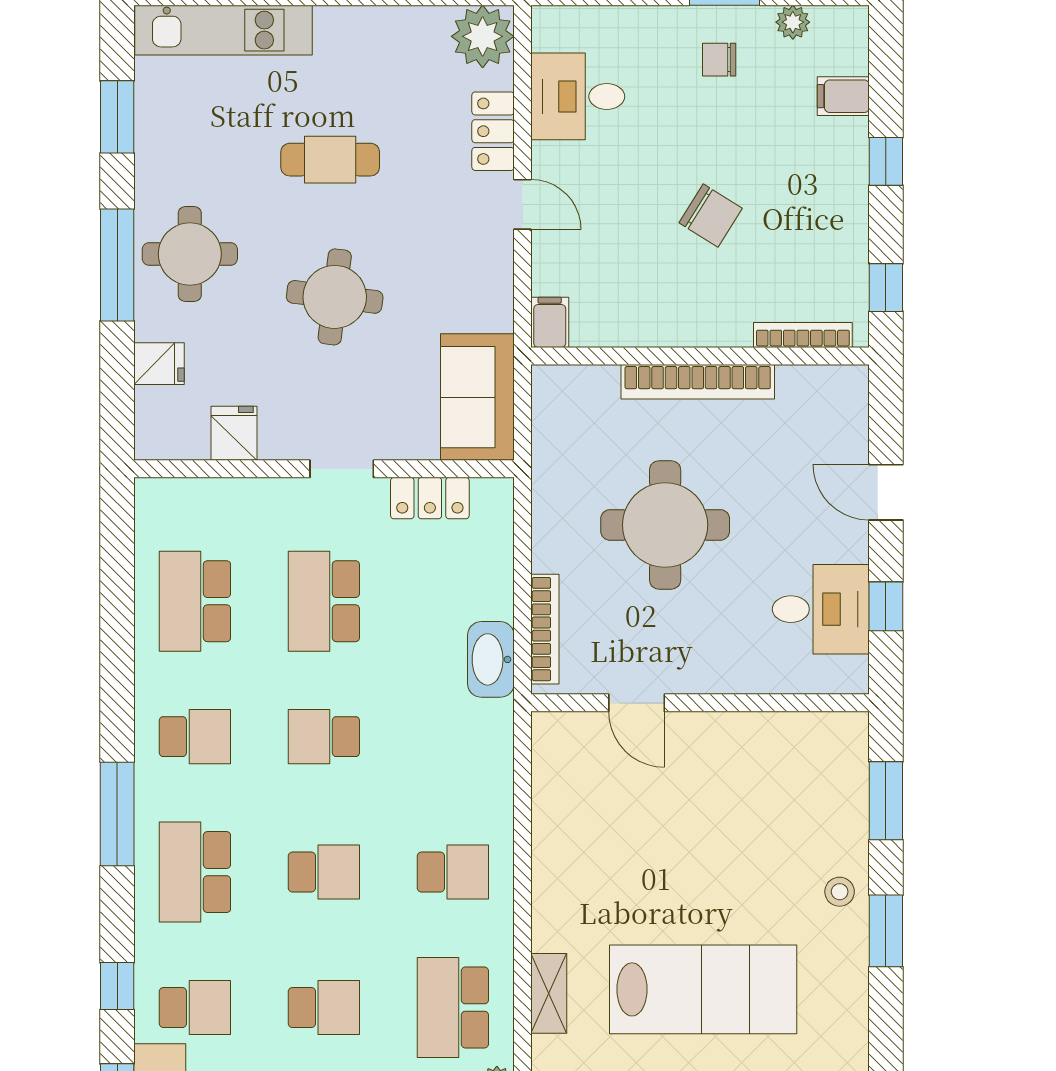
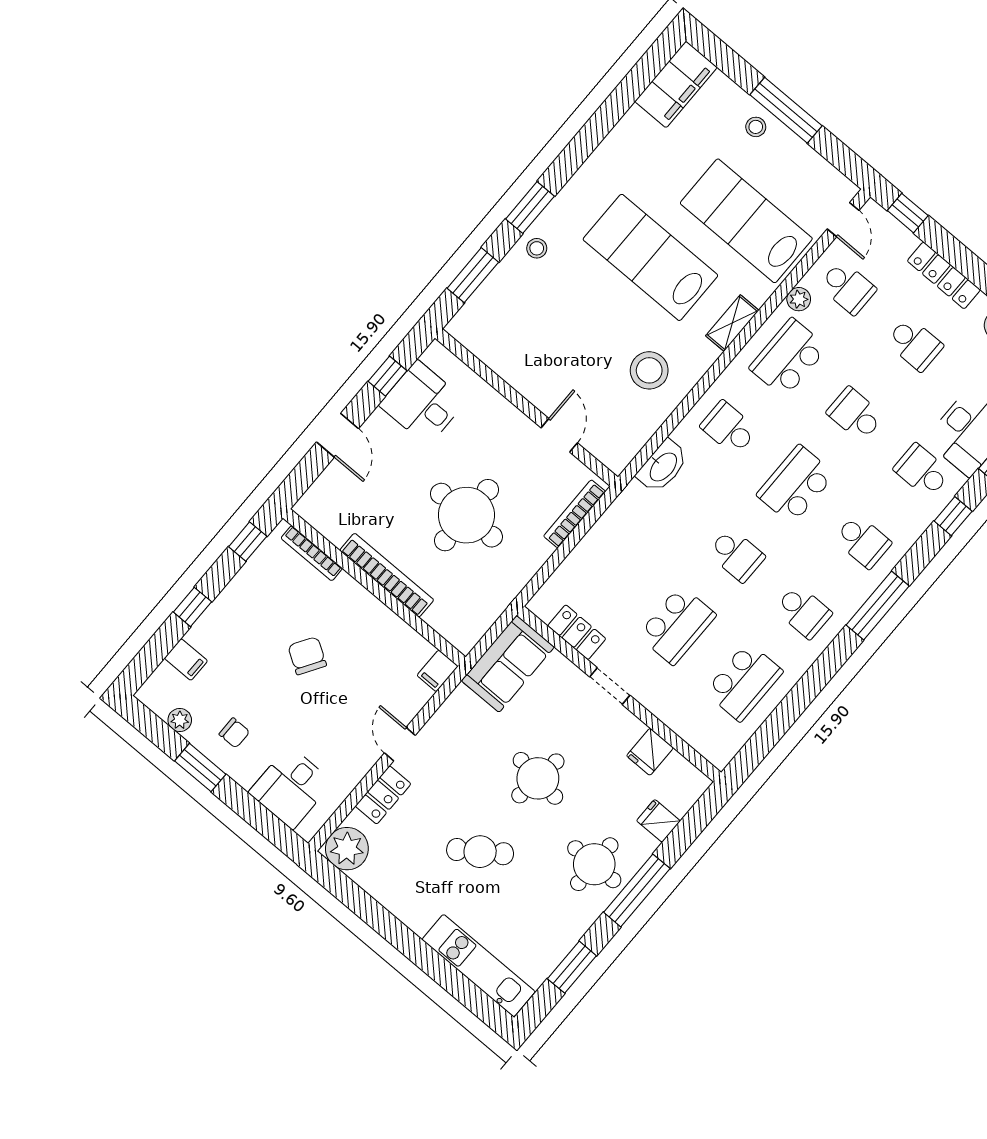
desk: (578, 96) -> (291, 787), moved, turned 90
cafe table: (330, 160) -> (480, 852), turned -35
washbasin: (491, 659) -> (663, 466), moved
school desk: (195, 737) -> (803, 611), turned 180
stool: (597, 861) -> (649, 370), added
school desk: (195, 872) -> (863, 541), width x0.54
school desk: (324, 872) -> (796, 485), width x1.85
school desk: (453, 1008) -> (788, 358), turned 180

